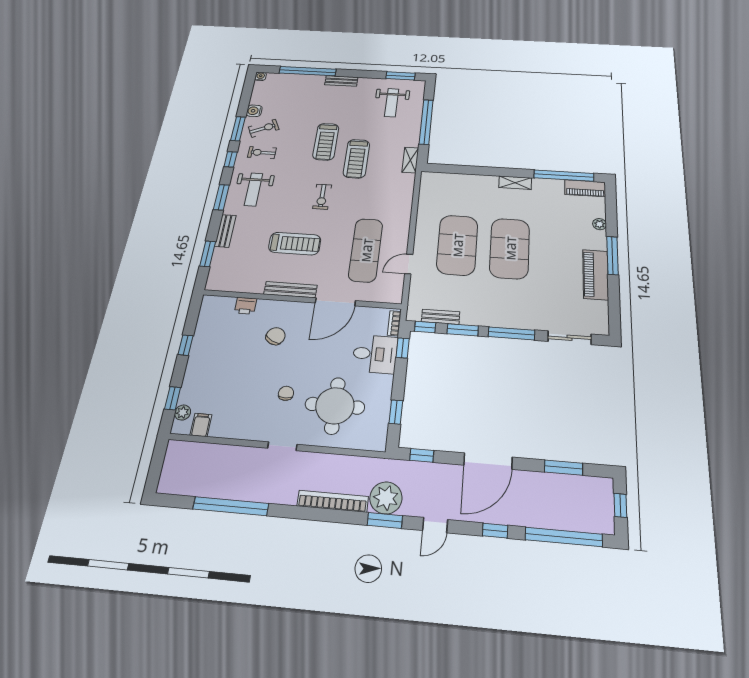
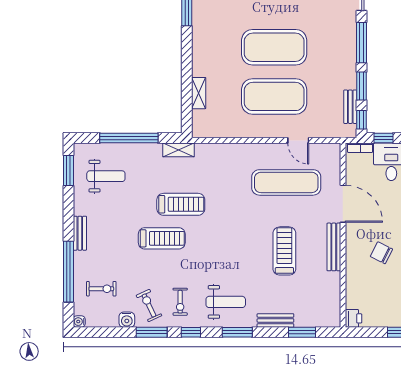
shelving: (515, 183) -> (199, 93), moved
exercise bike: (322, 197) -> (101, 289), moved
printer: (246, 306) -> (354, 318), moved

